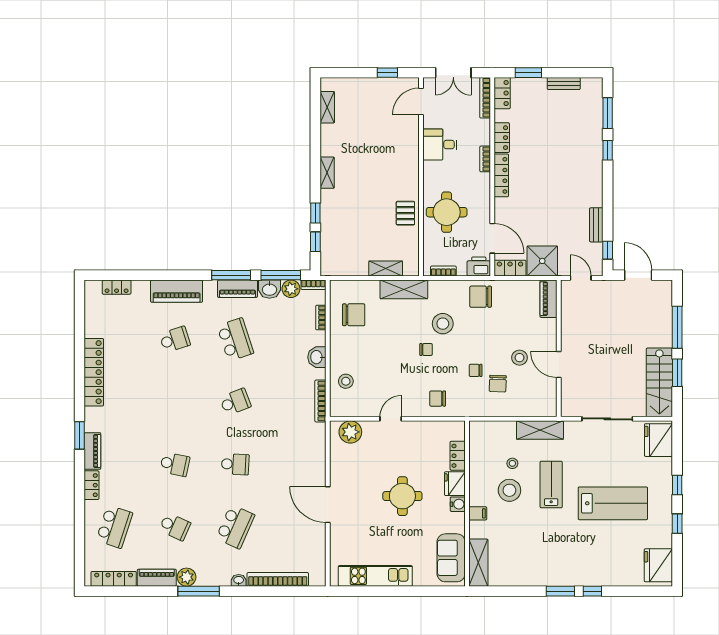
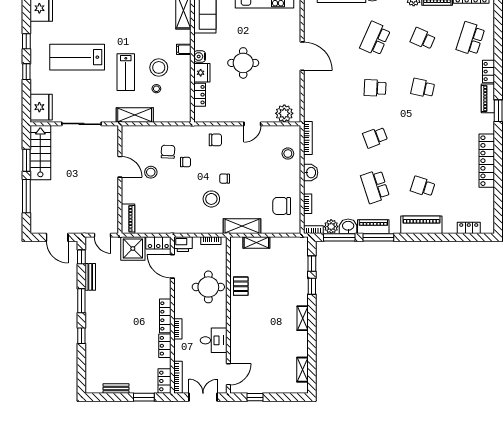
window: (608, 113) -> (81, 301), moved
chair: (481, 297) -> (181, 220), removed
school desk: (175, 339) -> (423, 187), turned 36

